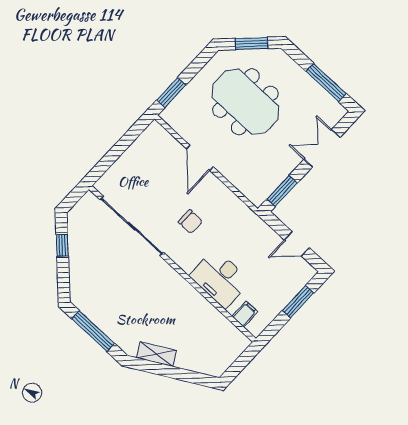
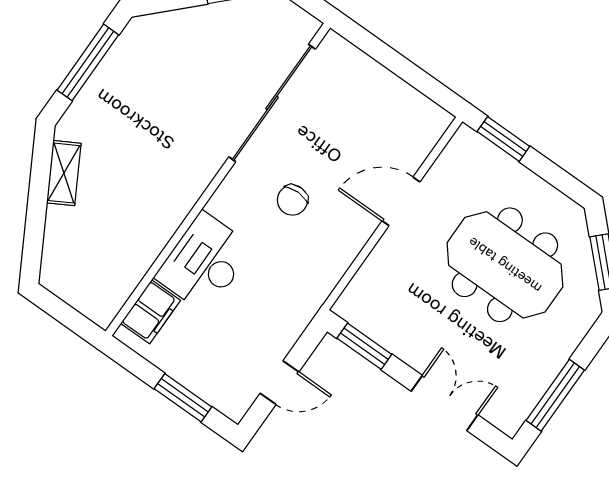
meeting table: (245, 102) -> (505, 265), turned 90
door: (297, 244) -> (279, 383), swing flipped
filing cabinet: (245, 314) -> (151, 312), width x2.00

